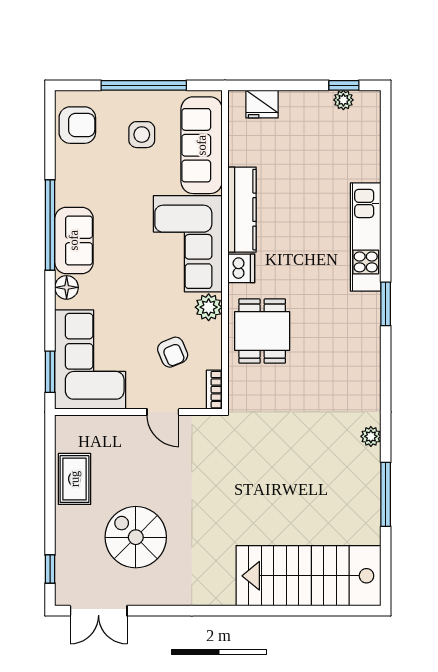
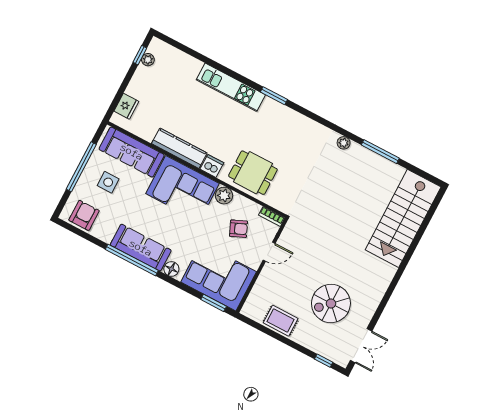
sofa: (74, 240) -> (141, 248), width x1.36

